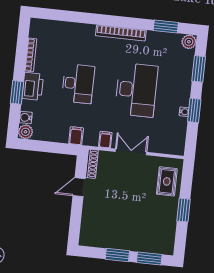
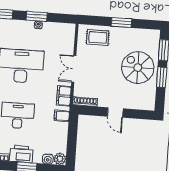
filing cabinet: (105, 140) -> (64, 96), width x2.00
door: (79, 187) -> (115, 112), moved
spiral stairs: (130, 227) -> (138, 68), added

